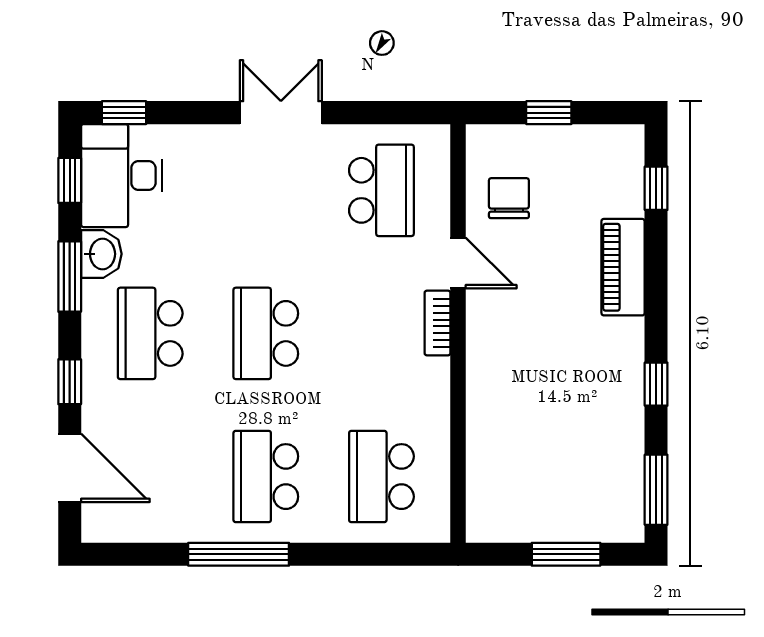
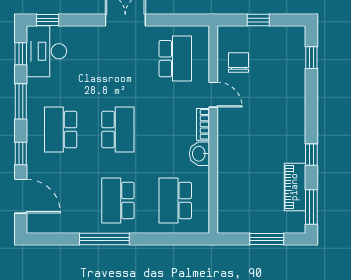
washbasin: (101, 254) -> (199, 154), moved, turned 180
piano: (623, 267) -> (295, 187), moved
school desk: (266, 333) -> (118, 130), turned 180

